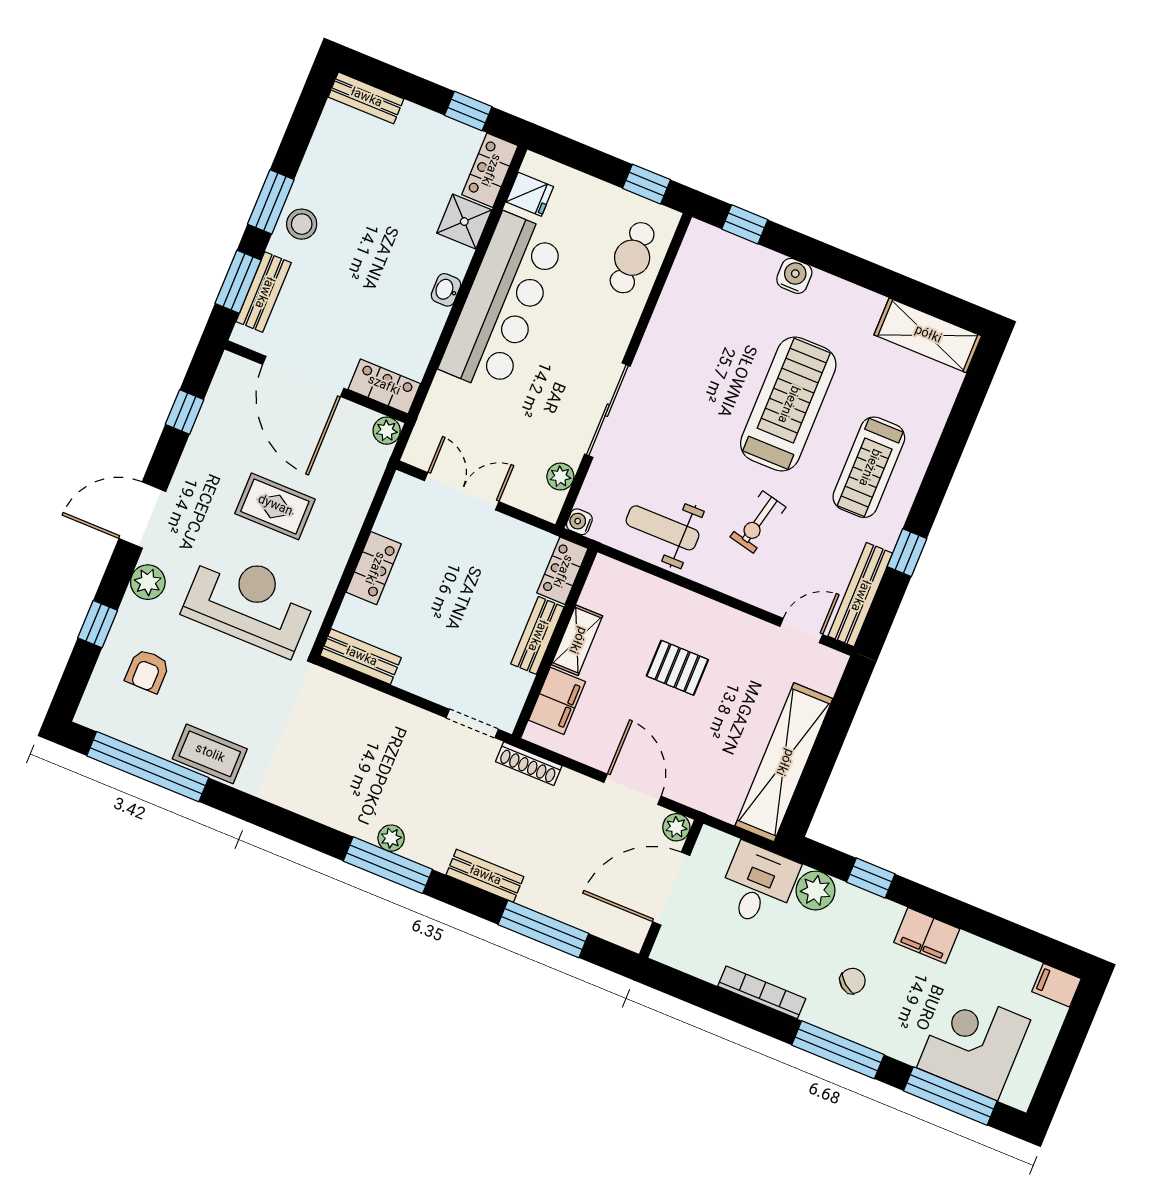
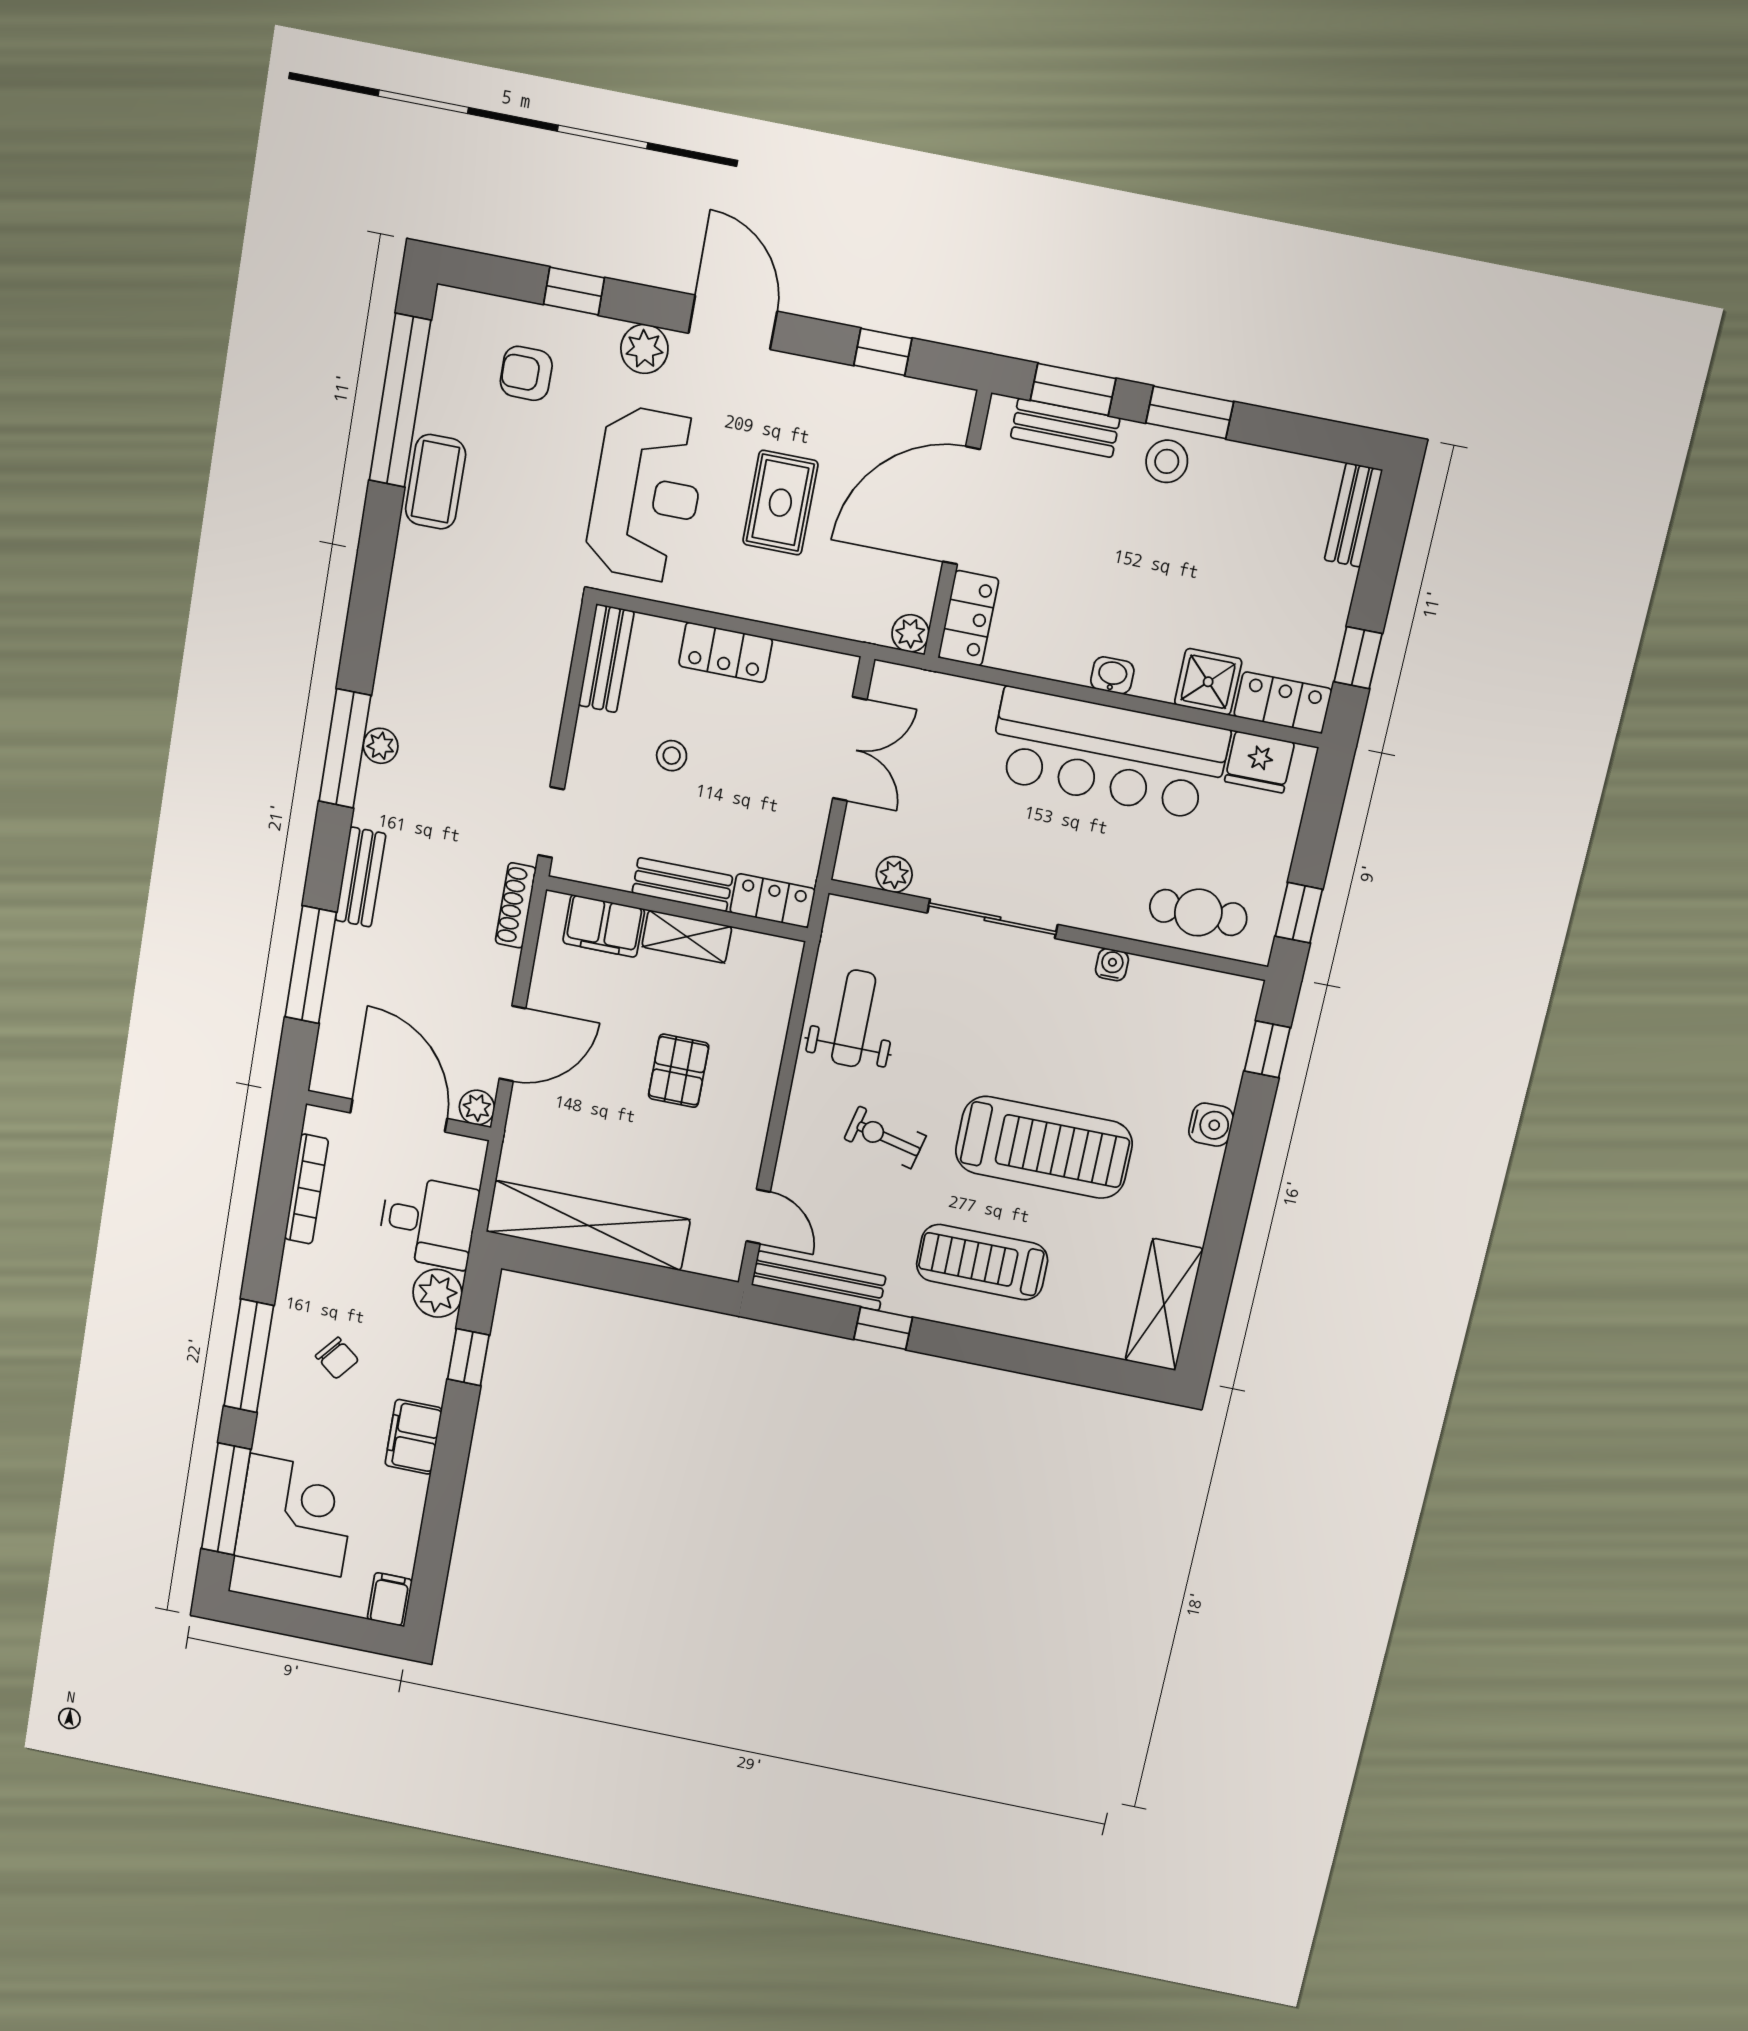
fridge: (530, 194) -> (1259, 762), width x1.38
water cooler: (579, 522) -> (1112, 965), moved
stool: (441, 623) -> (672, 756), added
bookcase: (762, 992) -> (306, 1189), moved

